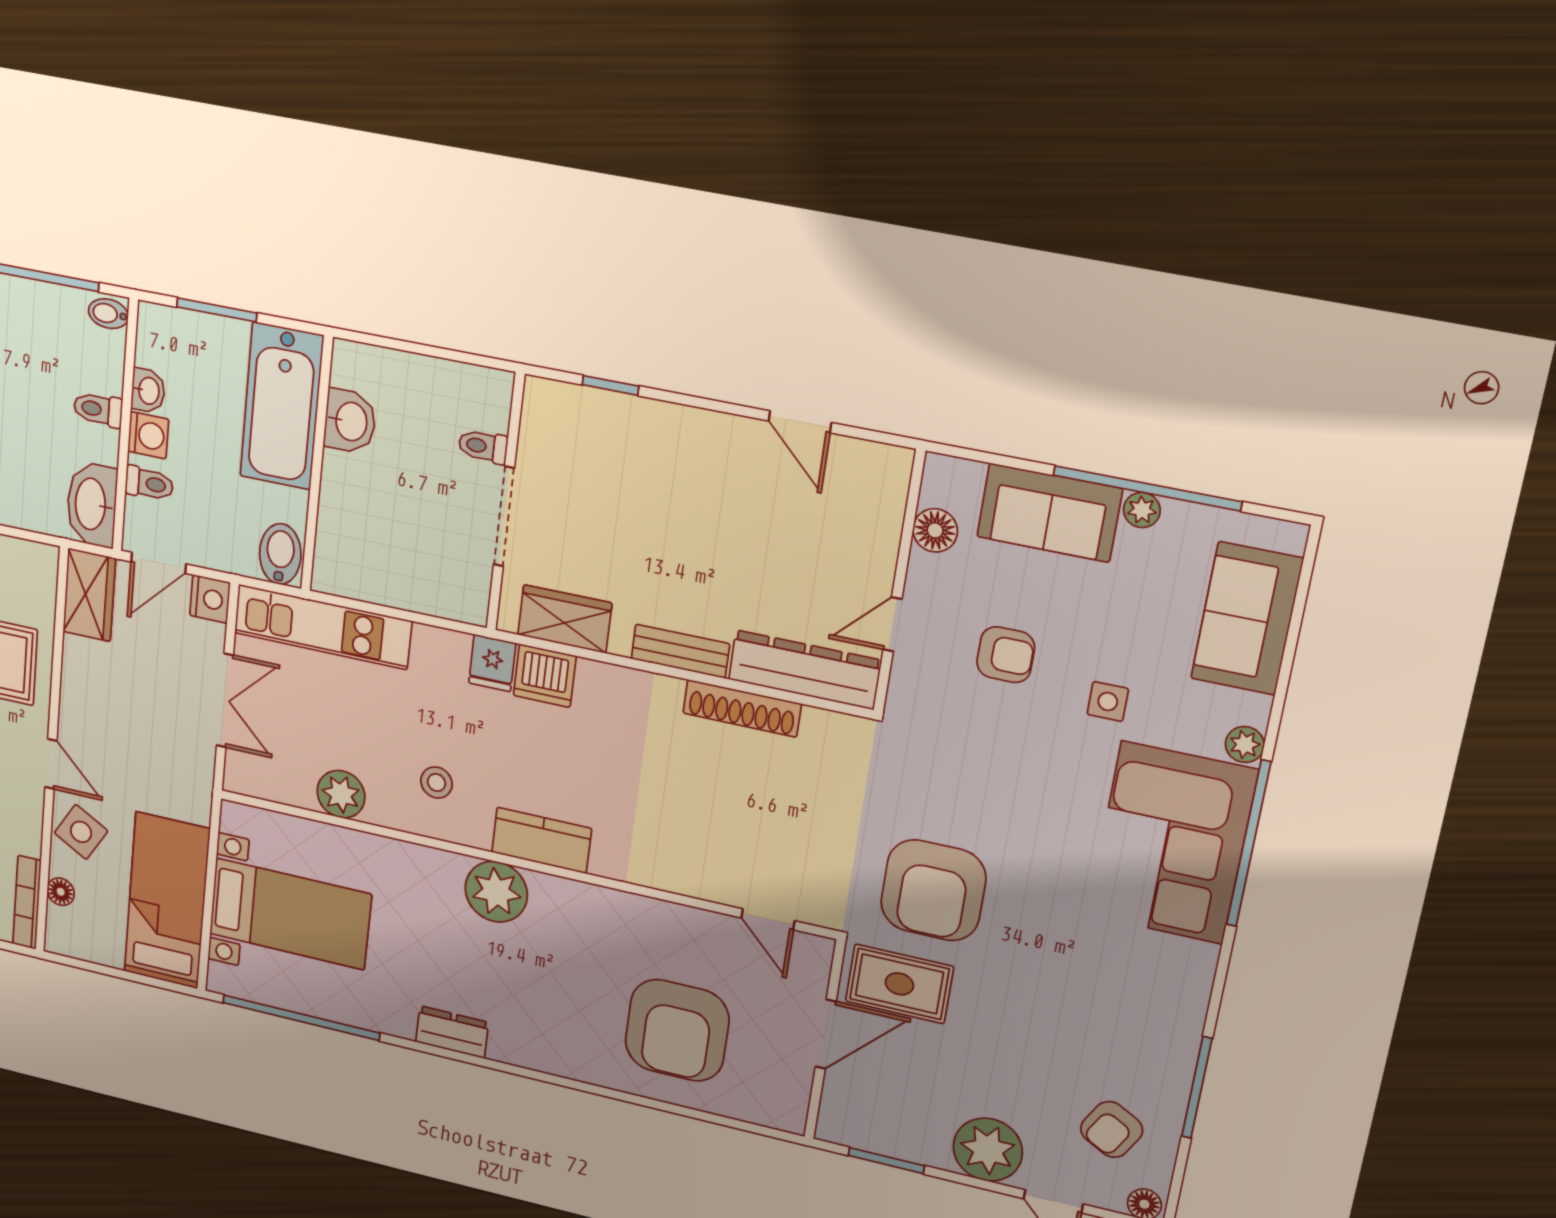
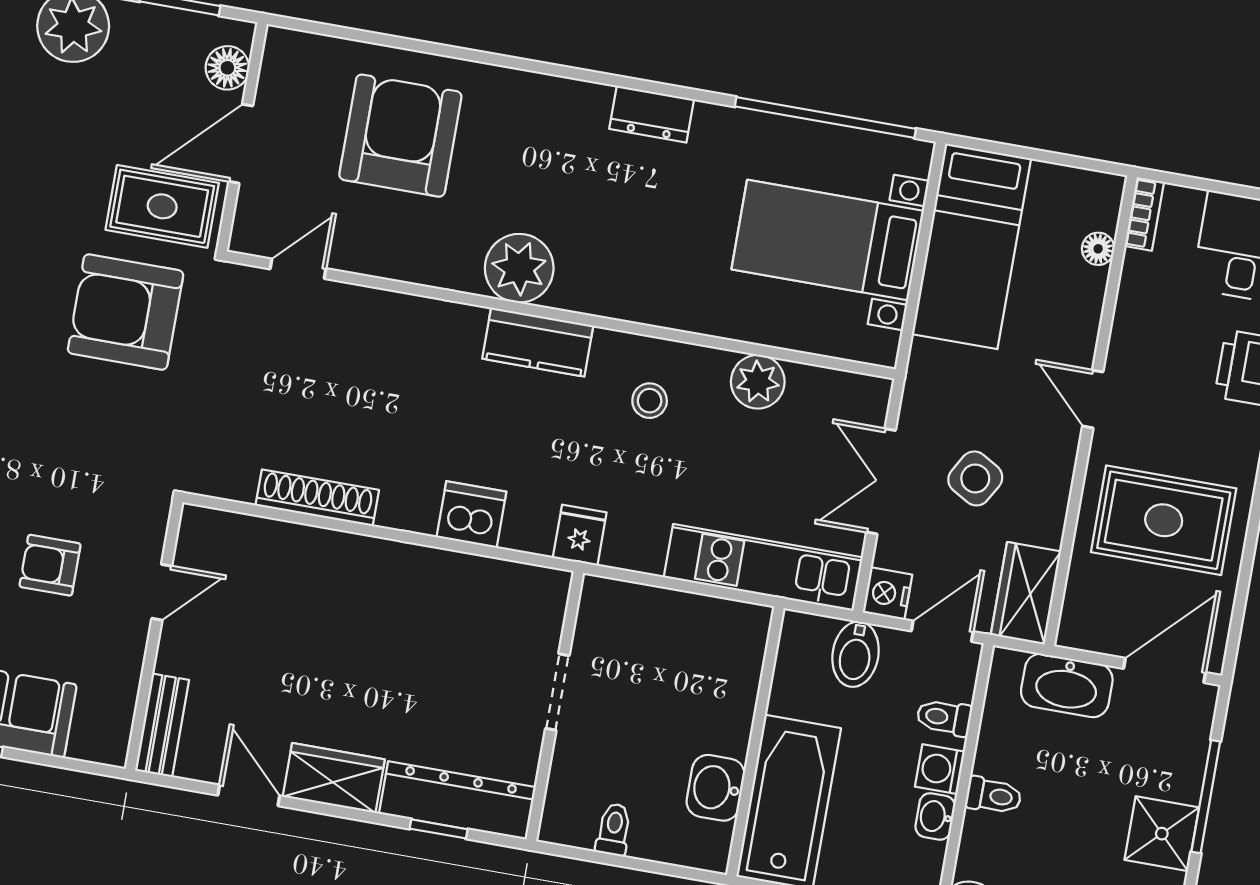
toilet: (483, 446) -> (614, 830), moved, turned -90
washbasin: (92, 504) -> (1067, 685), moved, turned 90
doorway: (504, 516) -> (557, 692), width x0.73
floor lamp: (935, 530) -> (227, 68), moved
bidet: (280, 554) -> (856, 654), moved
wardrobe: (565, 619) -> (334, 778), moved, turned 180
bench: (680, 651) -> (162, 725), moved, turned 90
dresser: (805, 670) -> (457, 800), moved, turned 180
dishwasher: (545, 676) -> (471, 515), moved
side table: (81, 832) -> (975, 478), moved
armchair: (933, 890) -> (126, 312), turned -90
plant: (496, 892) -> (519, 268), moved
bookcase: (27, 902) -> (1144, 214), width x0.64
door: (768, 919) -> (298, 269), hinge flipped

